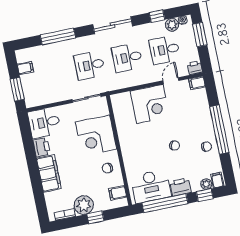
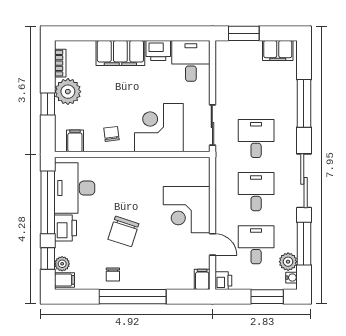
window: (157, 16) -> (304, 244), width x2.17
filing cabinet: (25, 68) -> (278, 51), width x2.00
chair: (175, 146) -> (123, 231), width x1.87, depth x1.87

